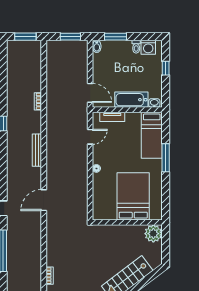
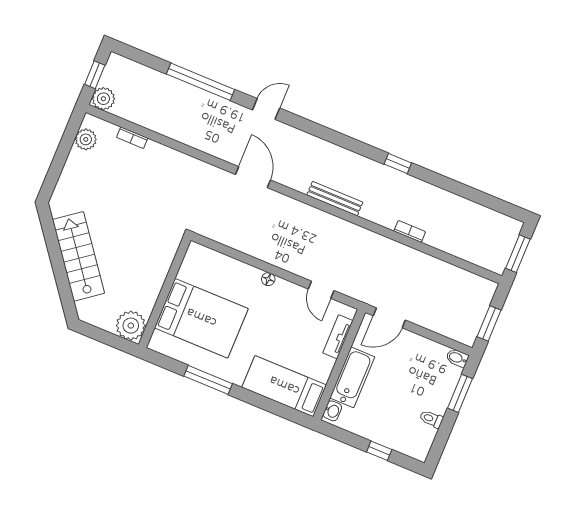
washing machine: (148, 47) -> (423, 437), removed
window: (166, 158) -> (208, 380), moved

